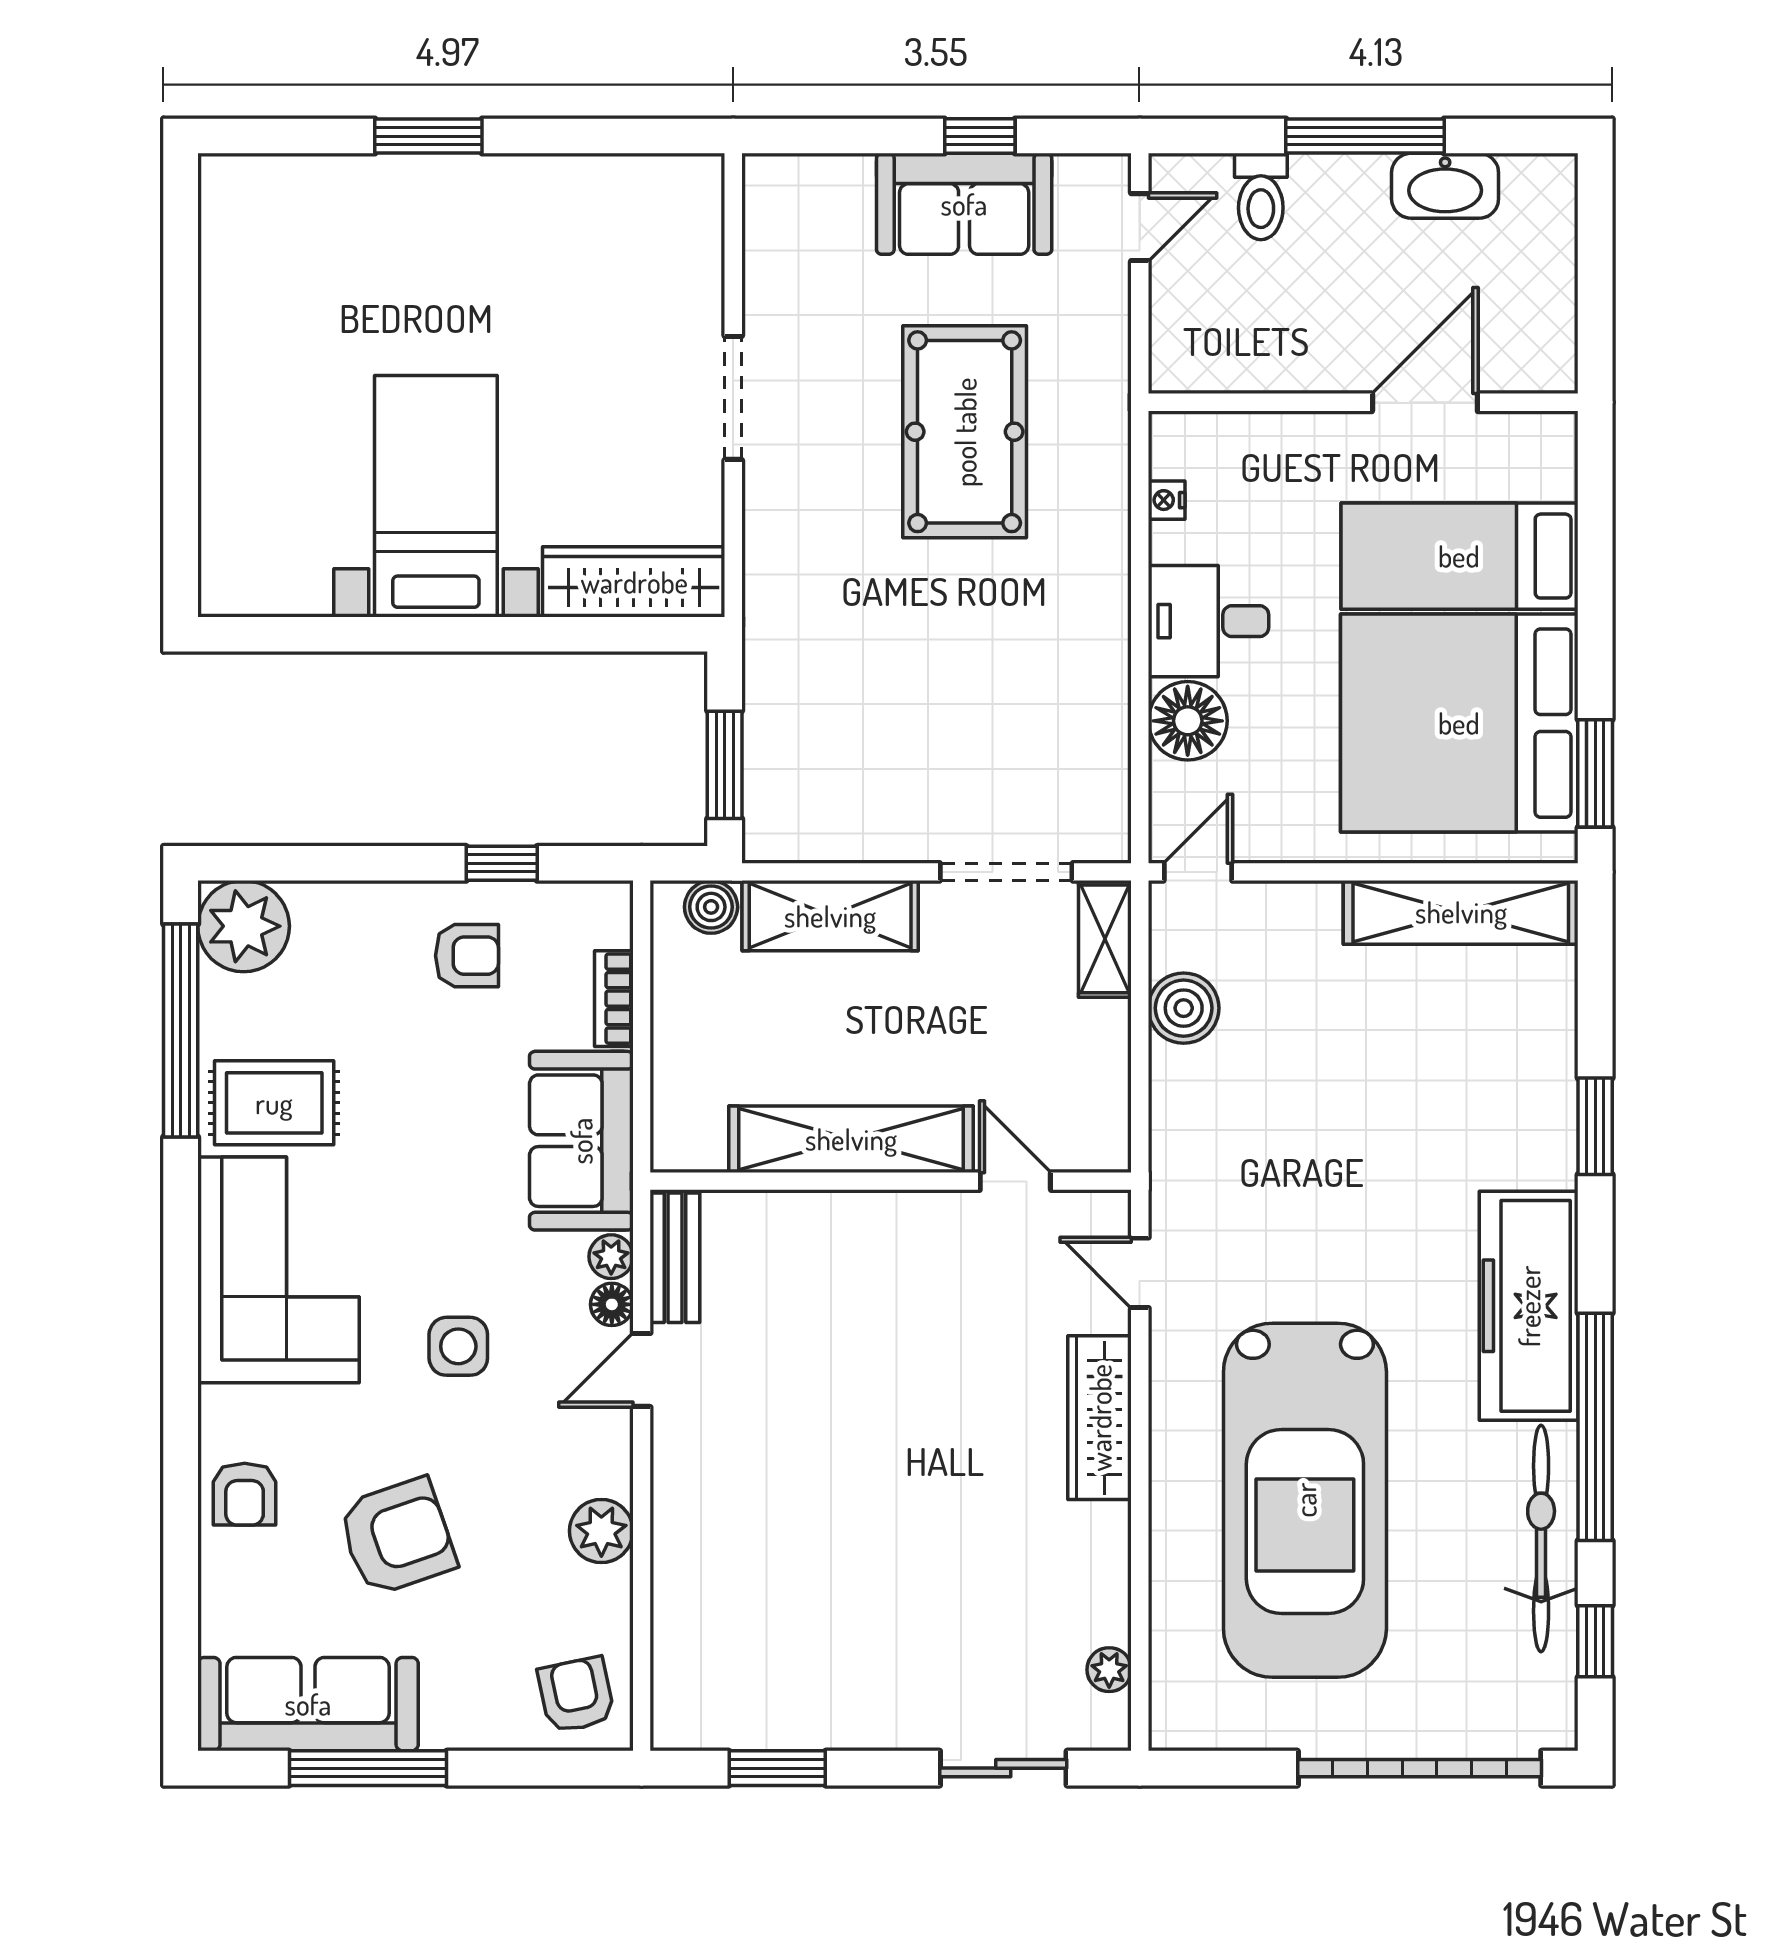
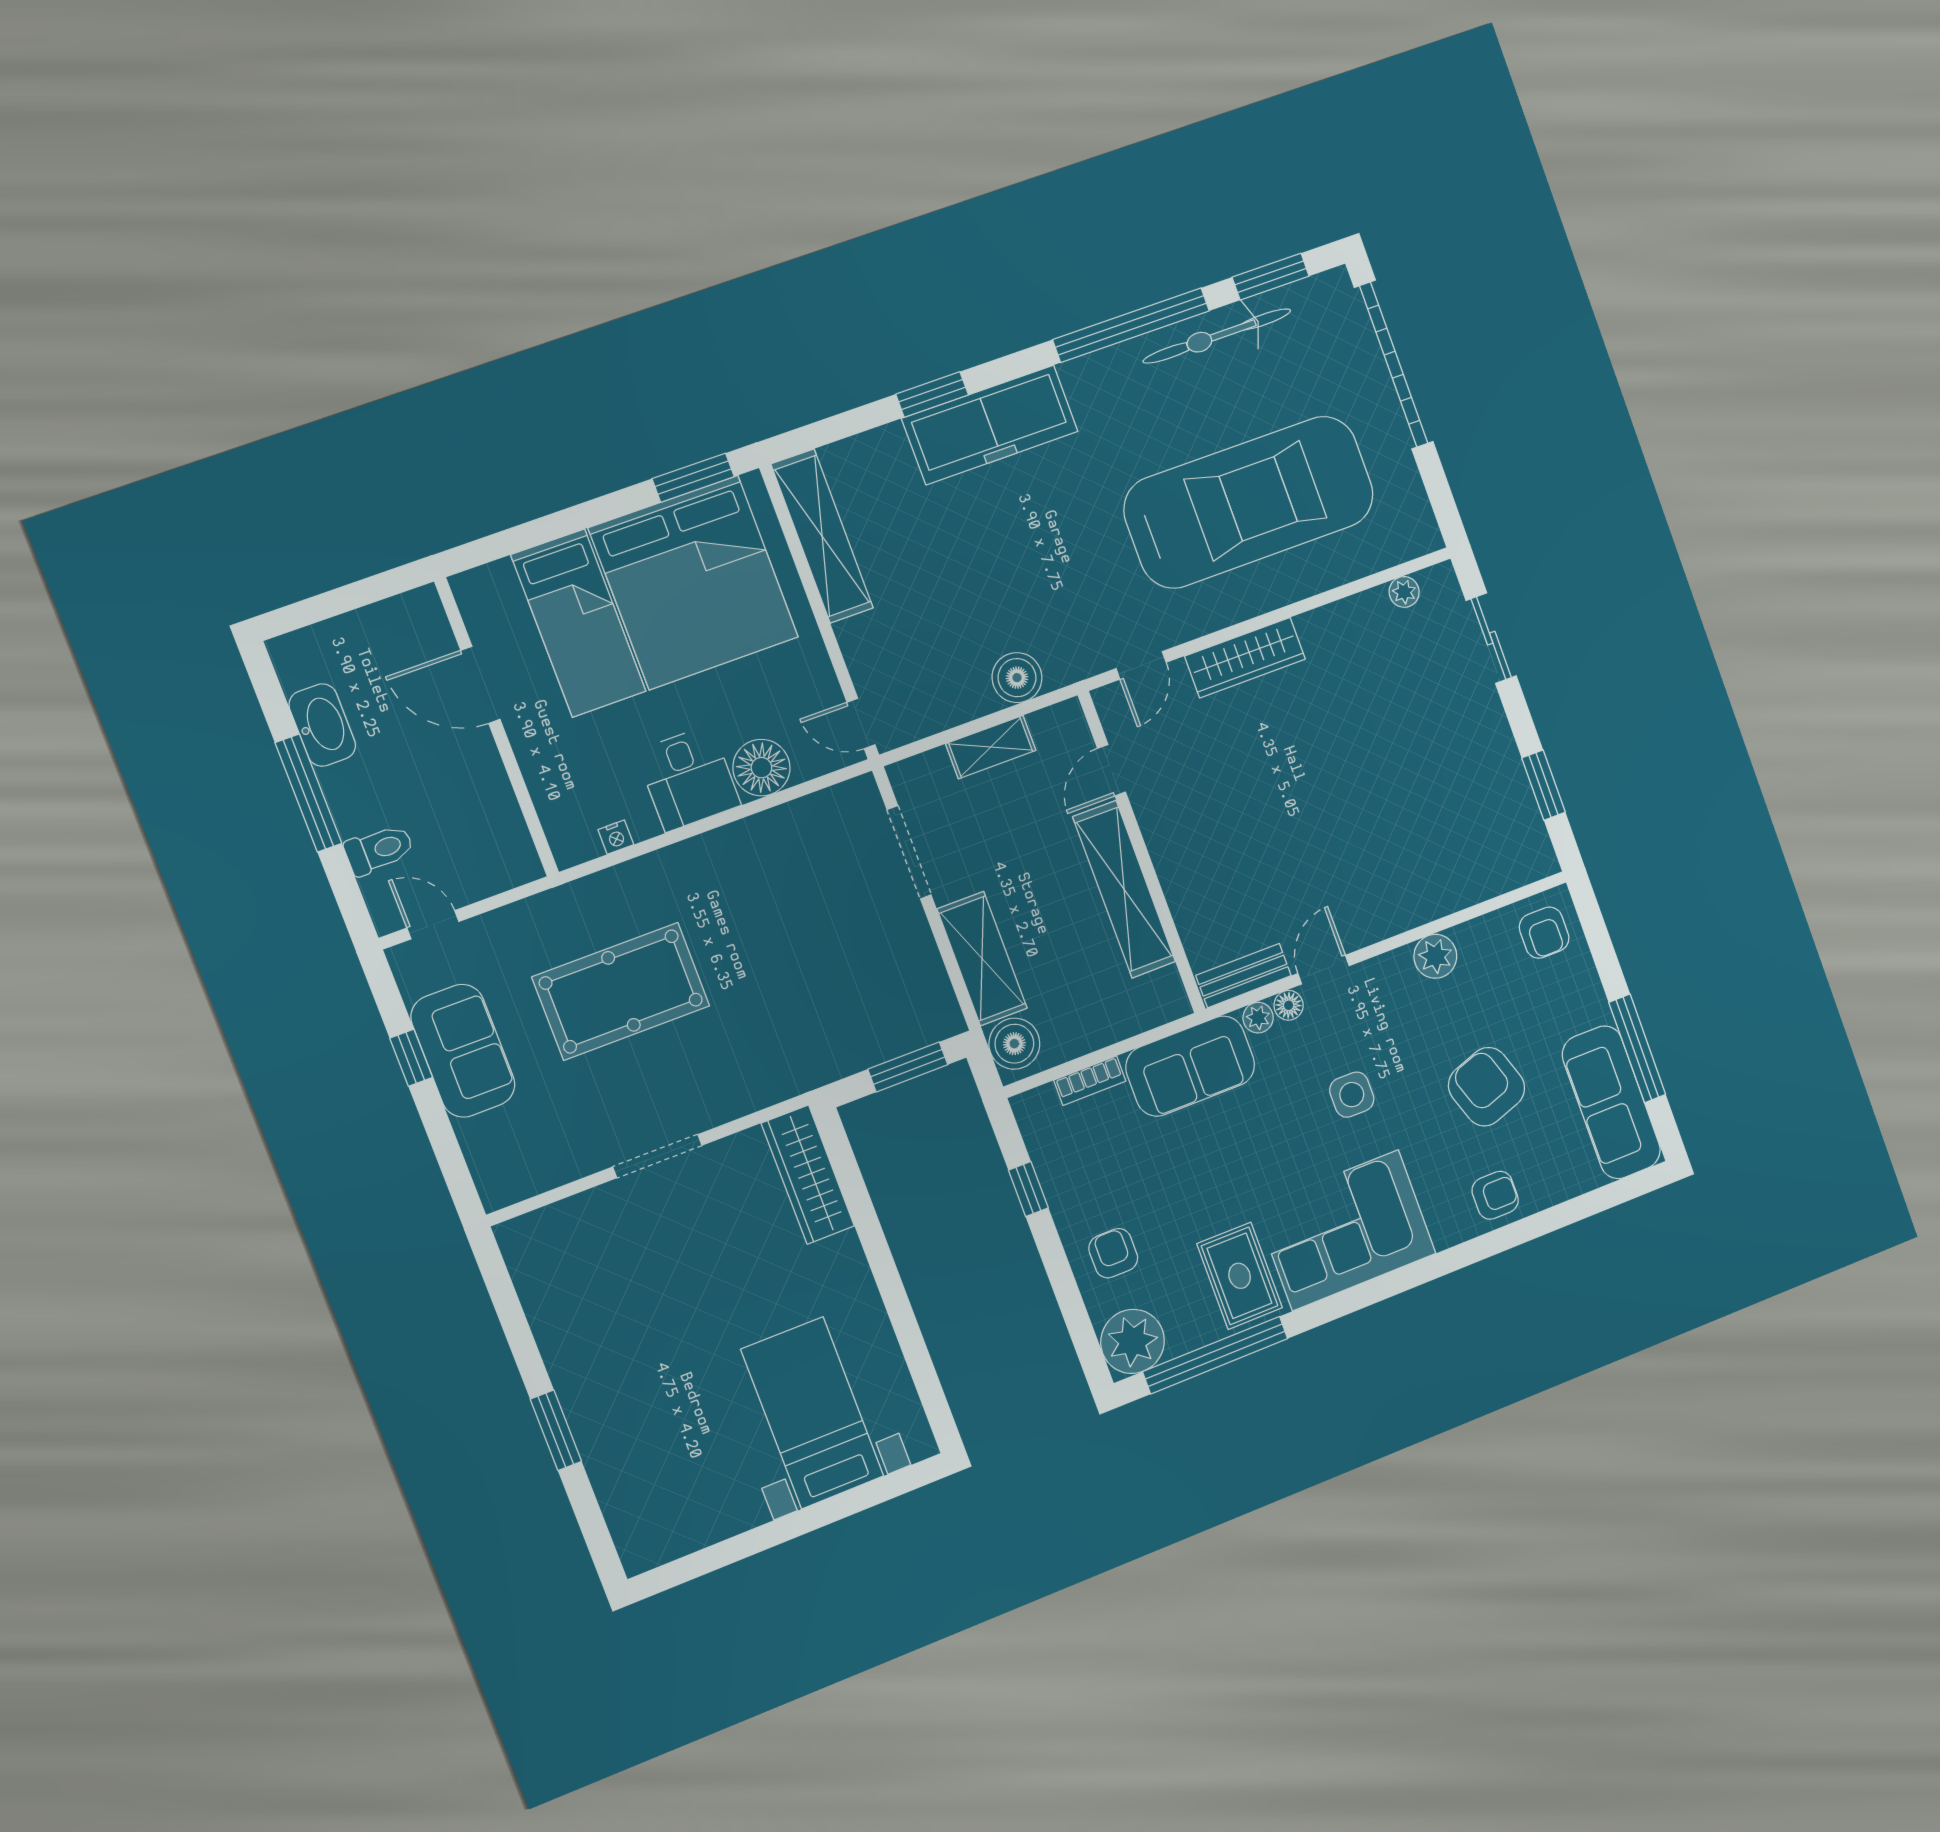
bed with nightstands: (436, 496) -> (812, 1413), moved, turned 90
boiler: (711, 907) -> (1014, 1044), width x1.36, depth x1.36
shelving: (1105, 939) -> (991, 747), moved
armchair: (467, 956) -> (1113, 1253), moved
boiler: (1184, 1008) -> (1017, 678), moved
freezer: (1529, 1306) -> (990, 425), moved
door: (642, 1370) -> (1324, 970), swing flipped
window: (1595, 1641) -> (1271, 277), width x1.50
armchair: (576, 1695) -> (1544, 933), turned -78

